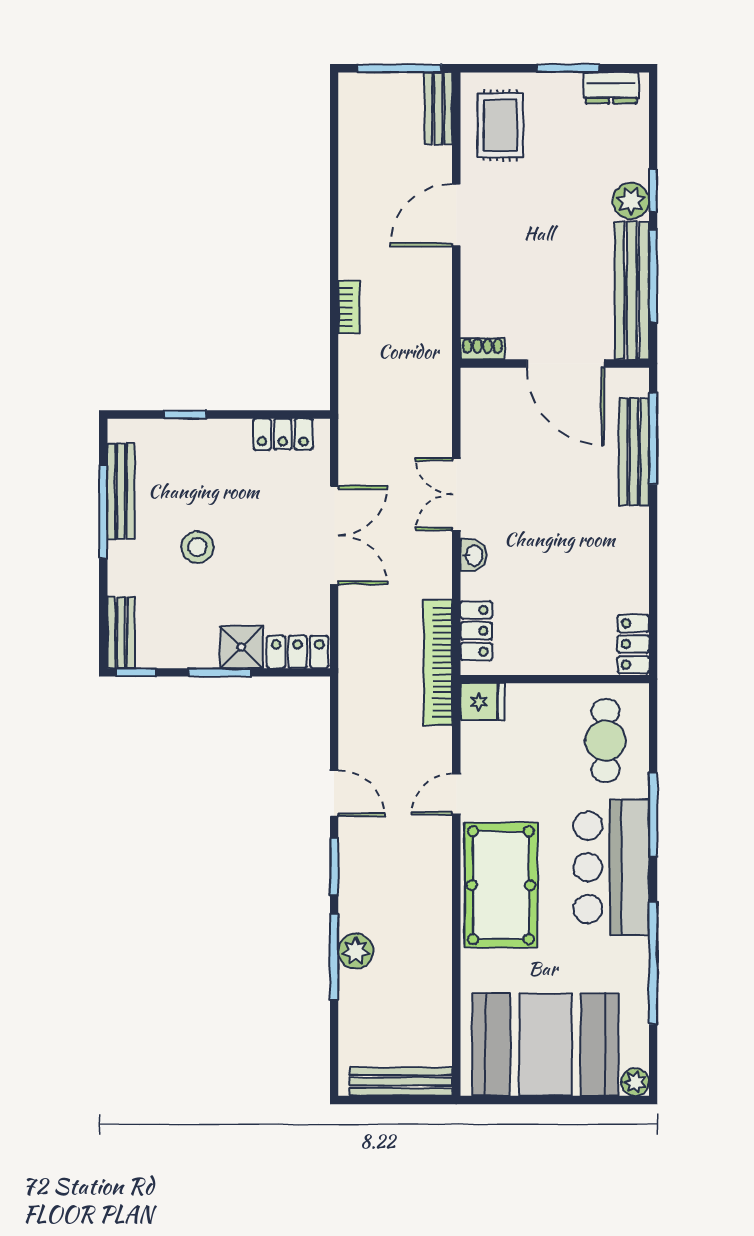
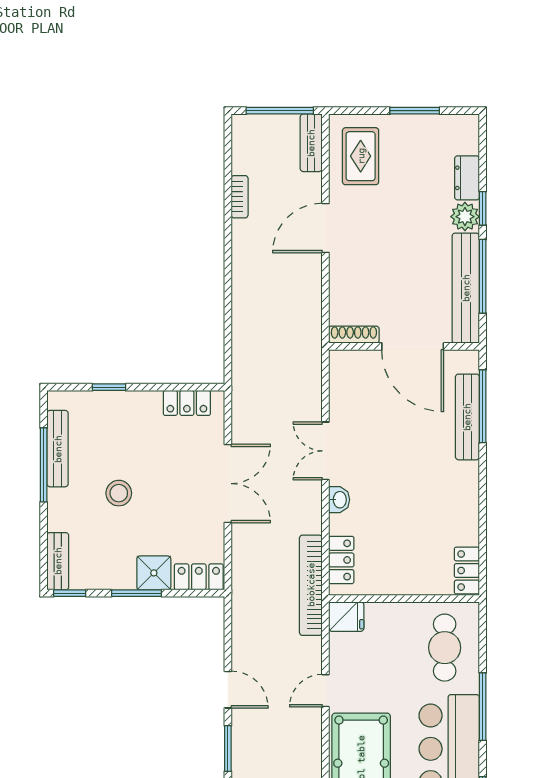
dresser: (611, 88) -> (467, 178), moved, turned 90
bookcase: (349, 307) -> (240, 197), moved
shoe rack: (482, 349) -> (354, 335), width x1.43

